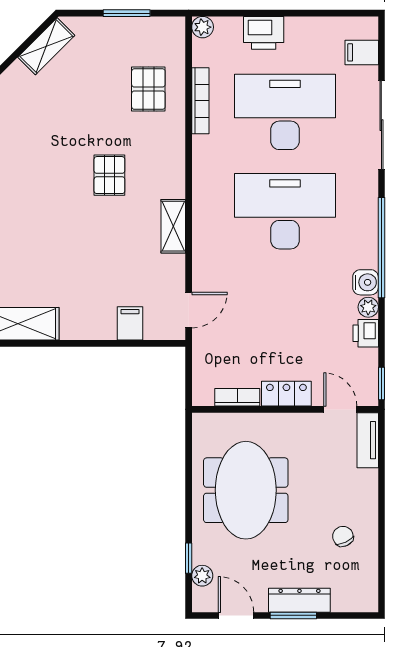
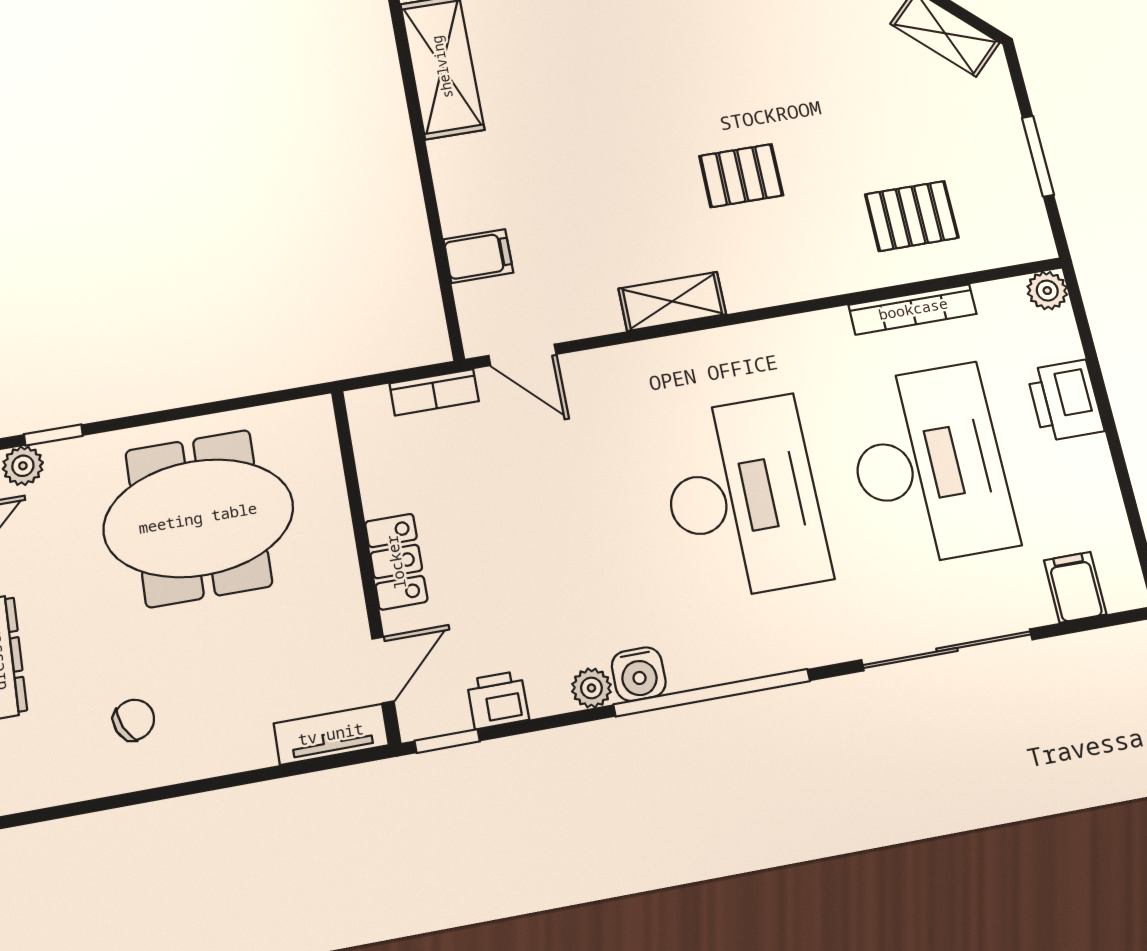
printer: (366, 333) -> (498, 700), moved
bookcase: (237, 397) -> (434, 392), moved, turned 90

